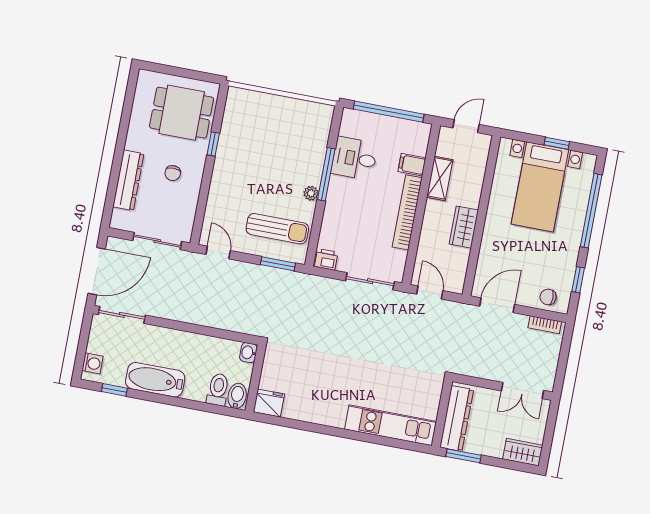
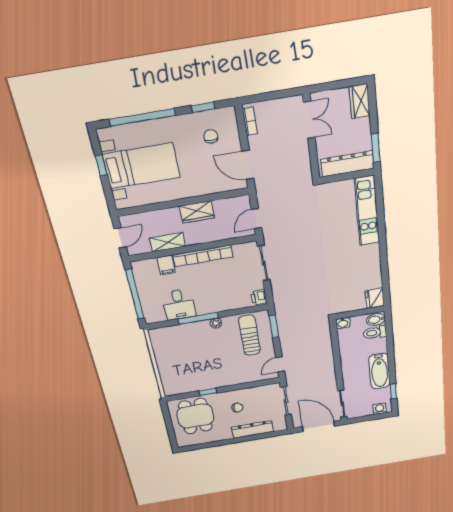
door: (466, 126) -> (120, 238), swing flipped
chair: (548, 297) -> (211, 136), moved, turned 180

